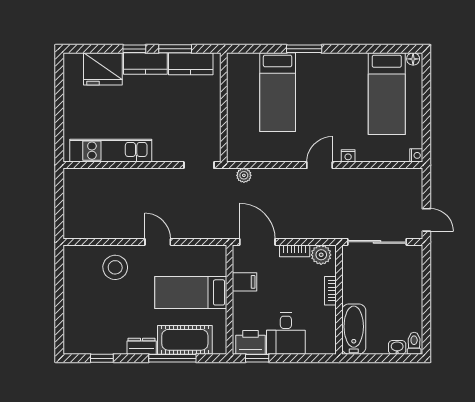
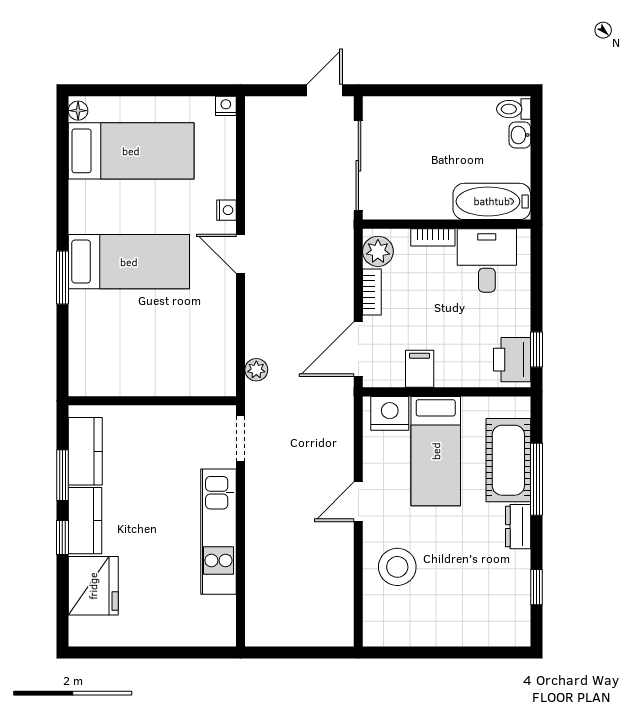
bed: (278, 92) -> (129, 262), moved
kitchen unit: (111, 151) -> (218, 532), moved
nightstand: (215, 262) -> (390, 413), added
desk: (286, 334) -> (487, 260), moved, turned -90

